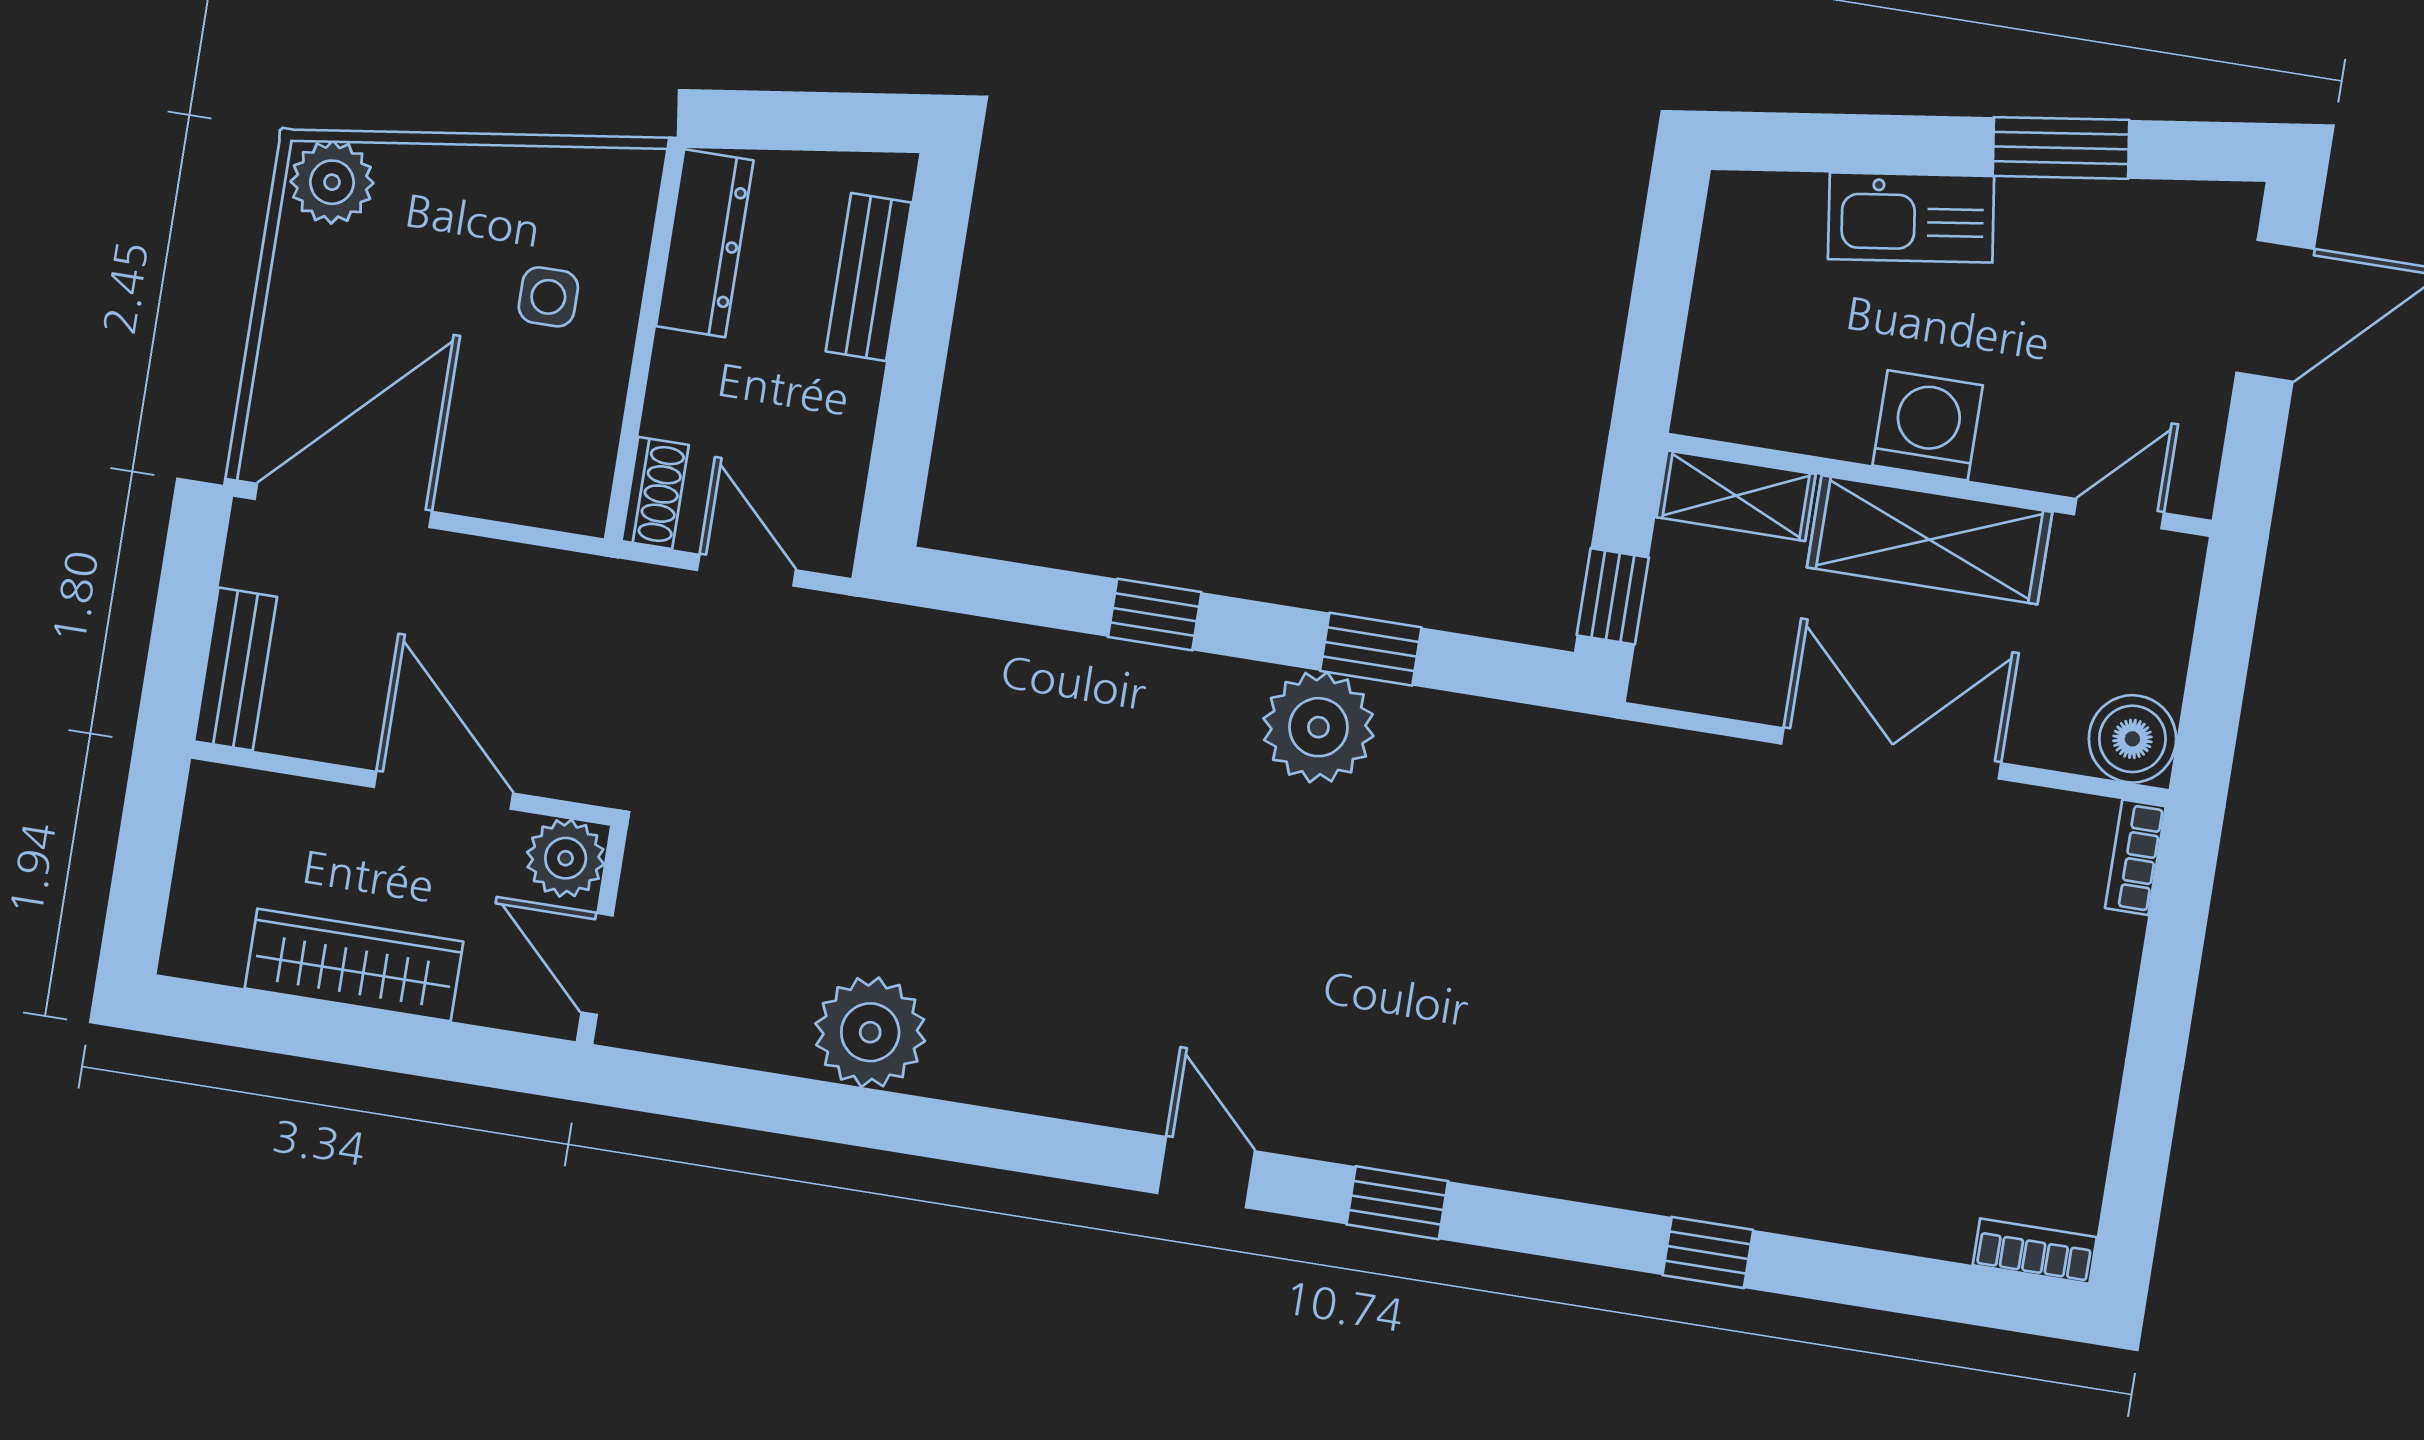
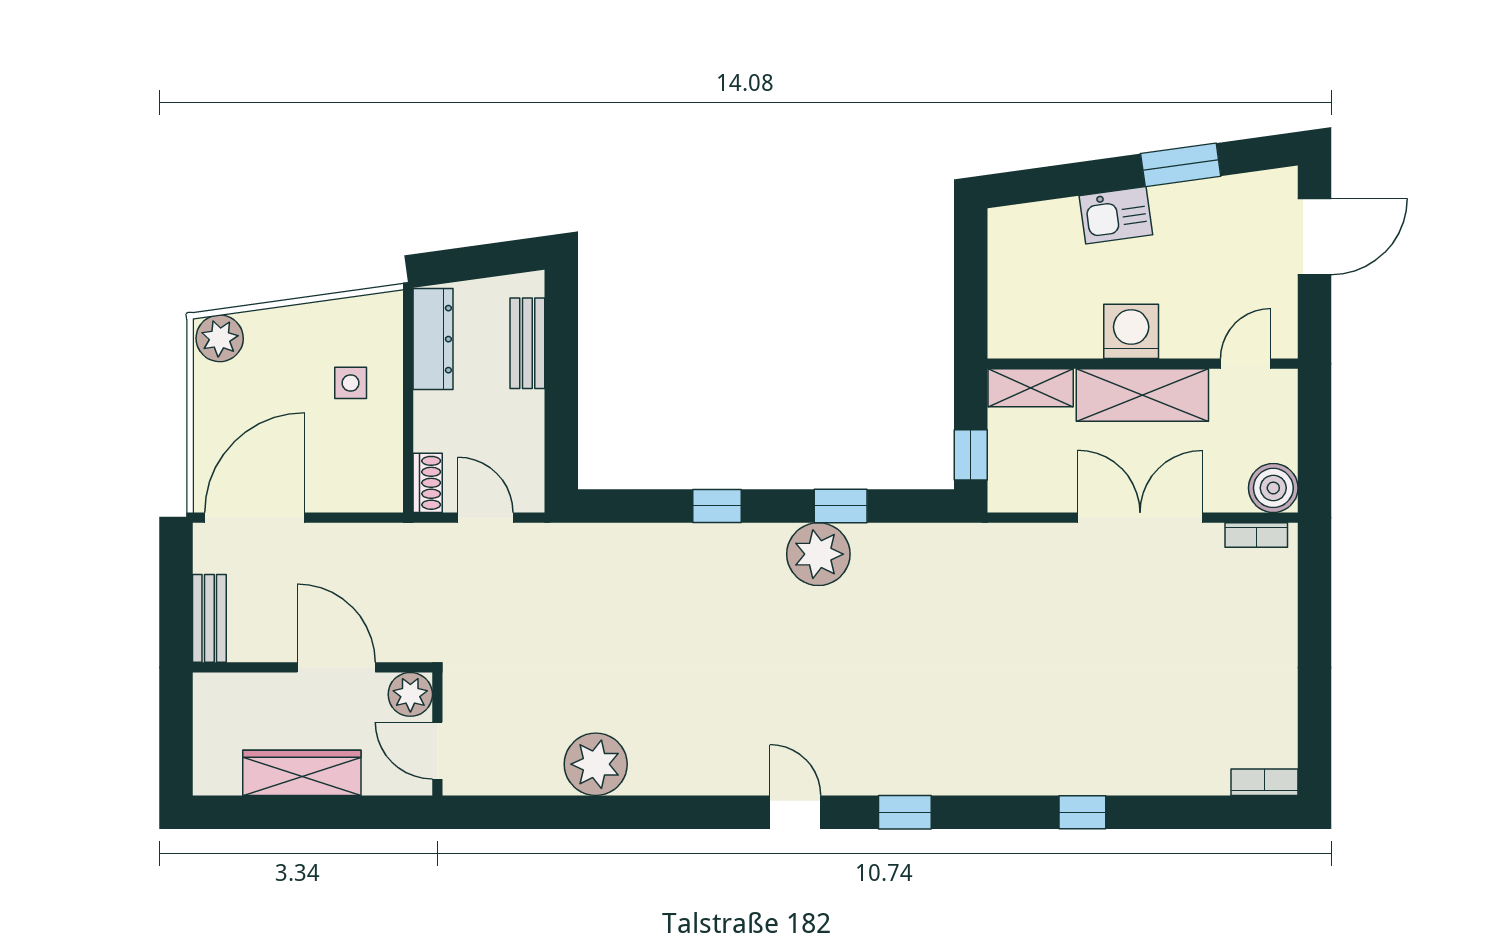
kitchen sink: (1911, 218) -> (1116, 215), width x0.73
bookcase: (2135, 857) -> (1256, 535), moved, turned -90

